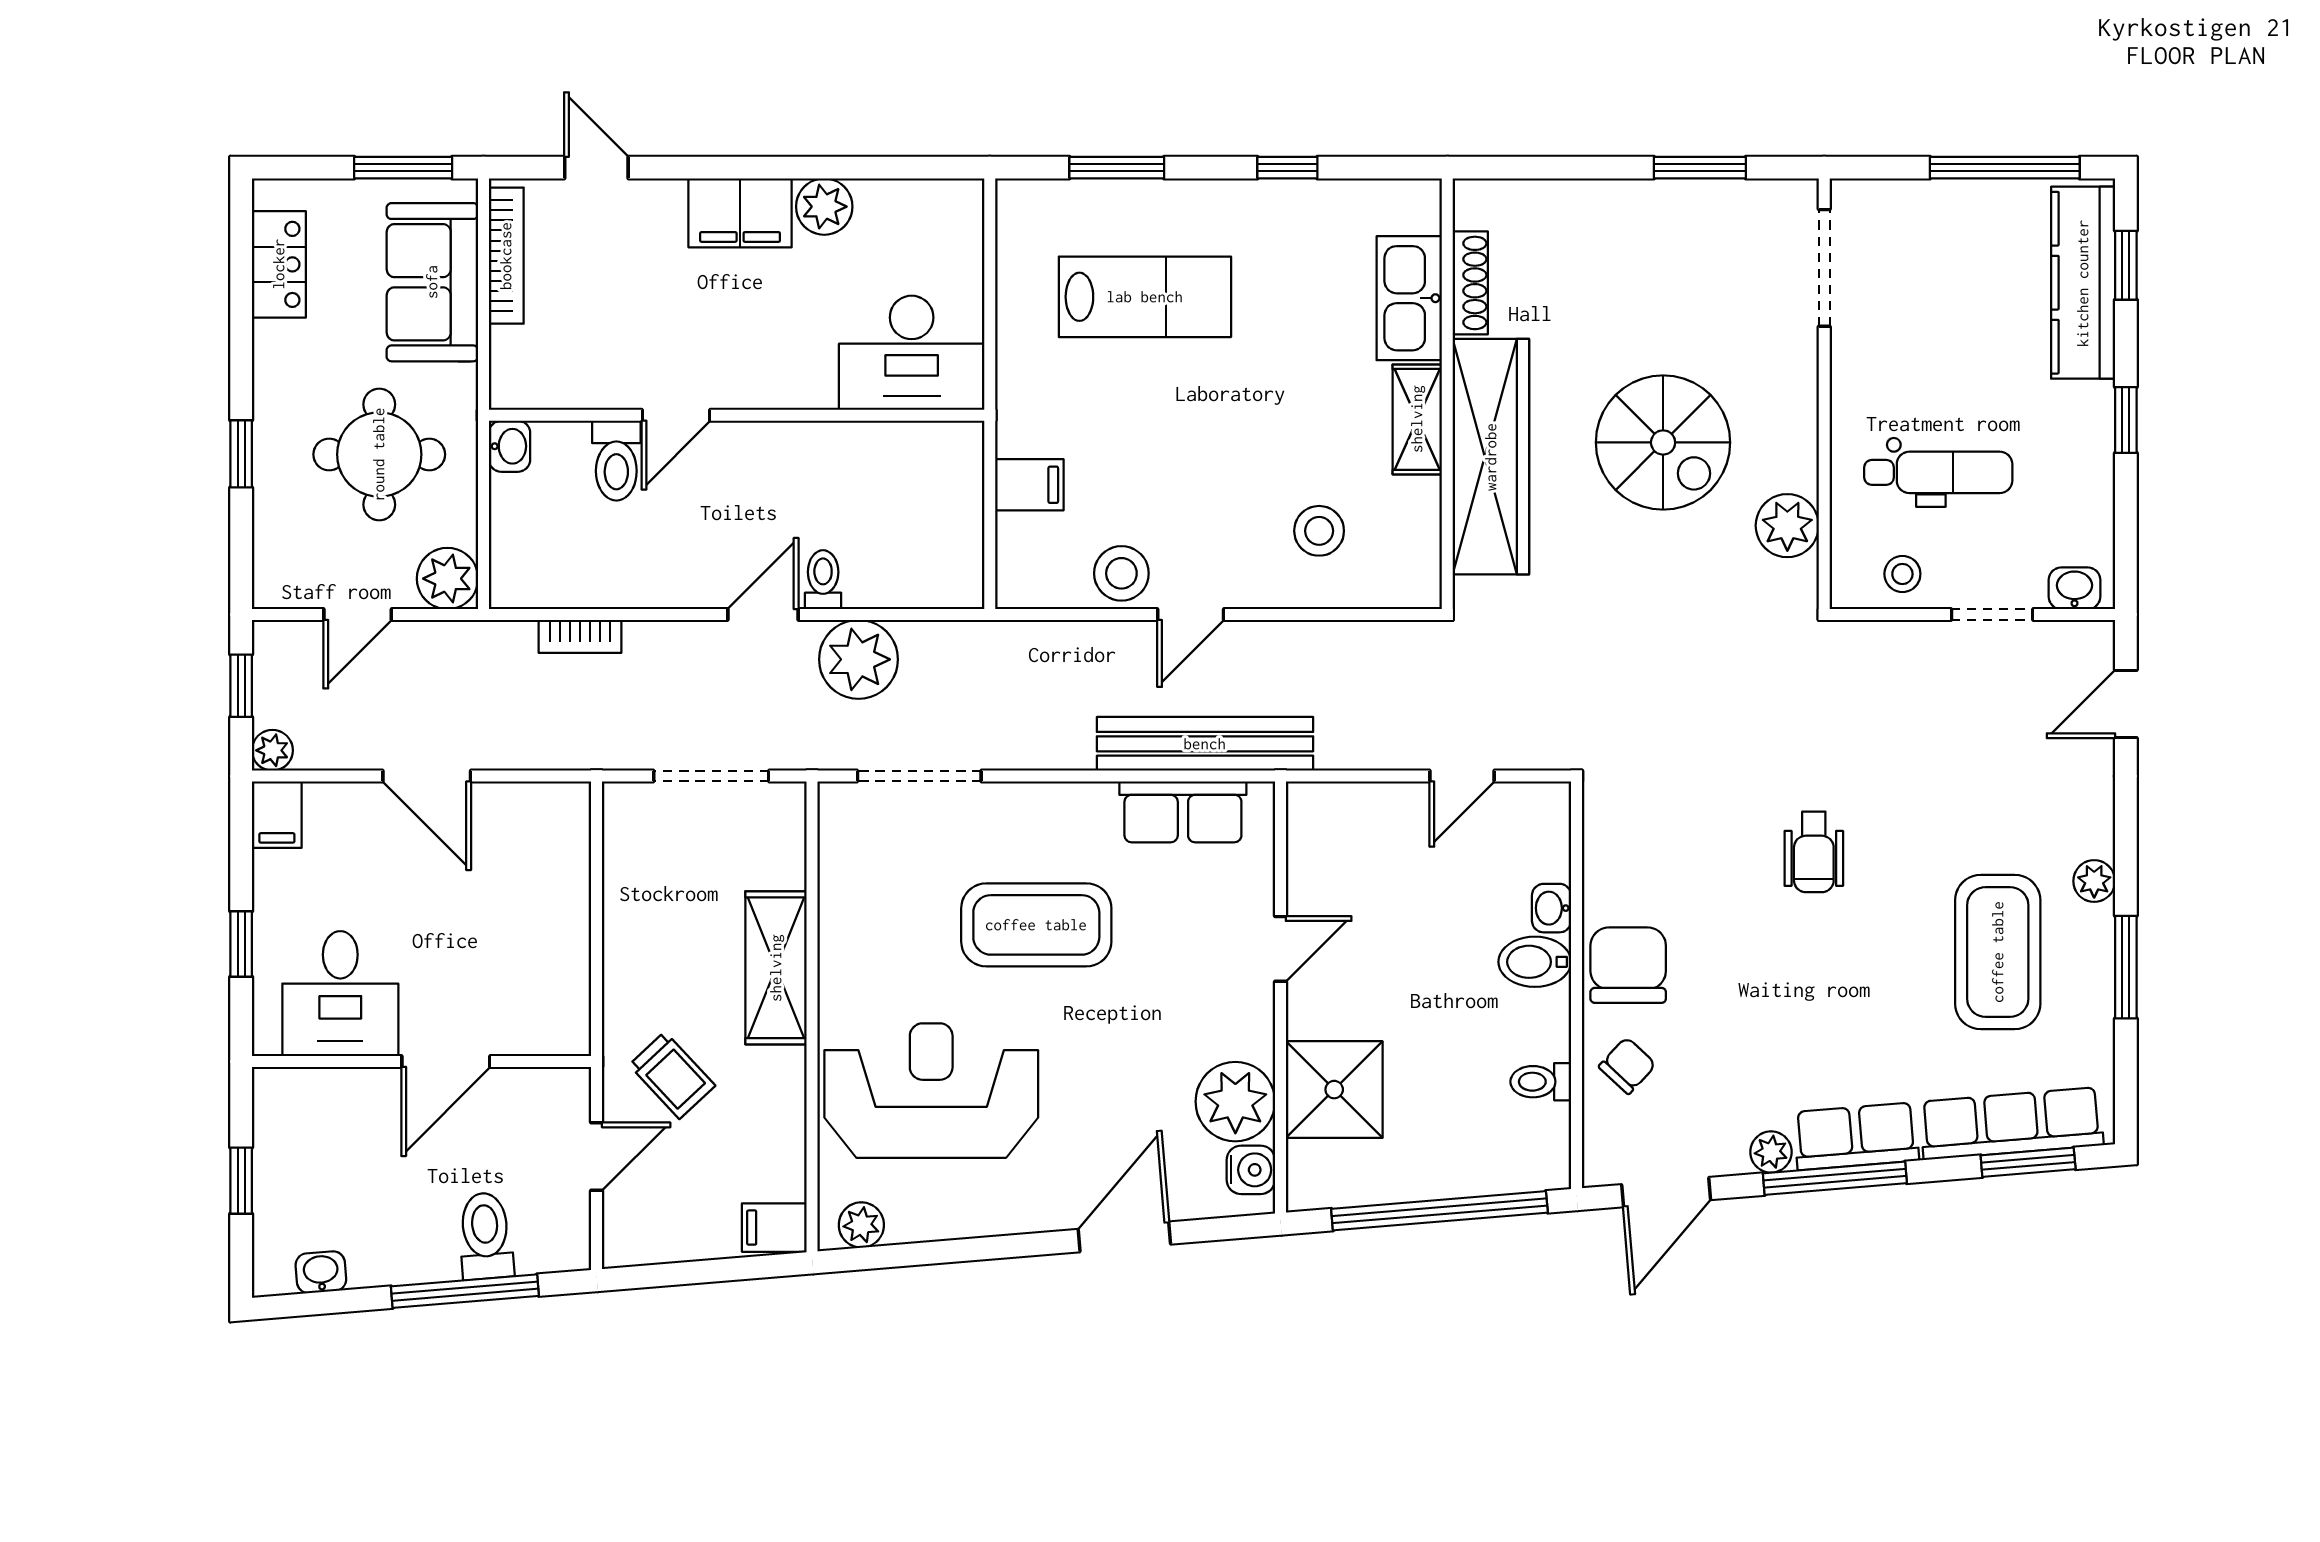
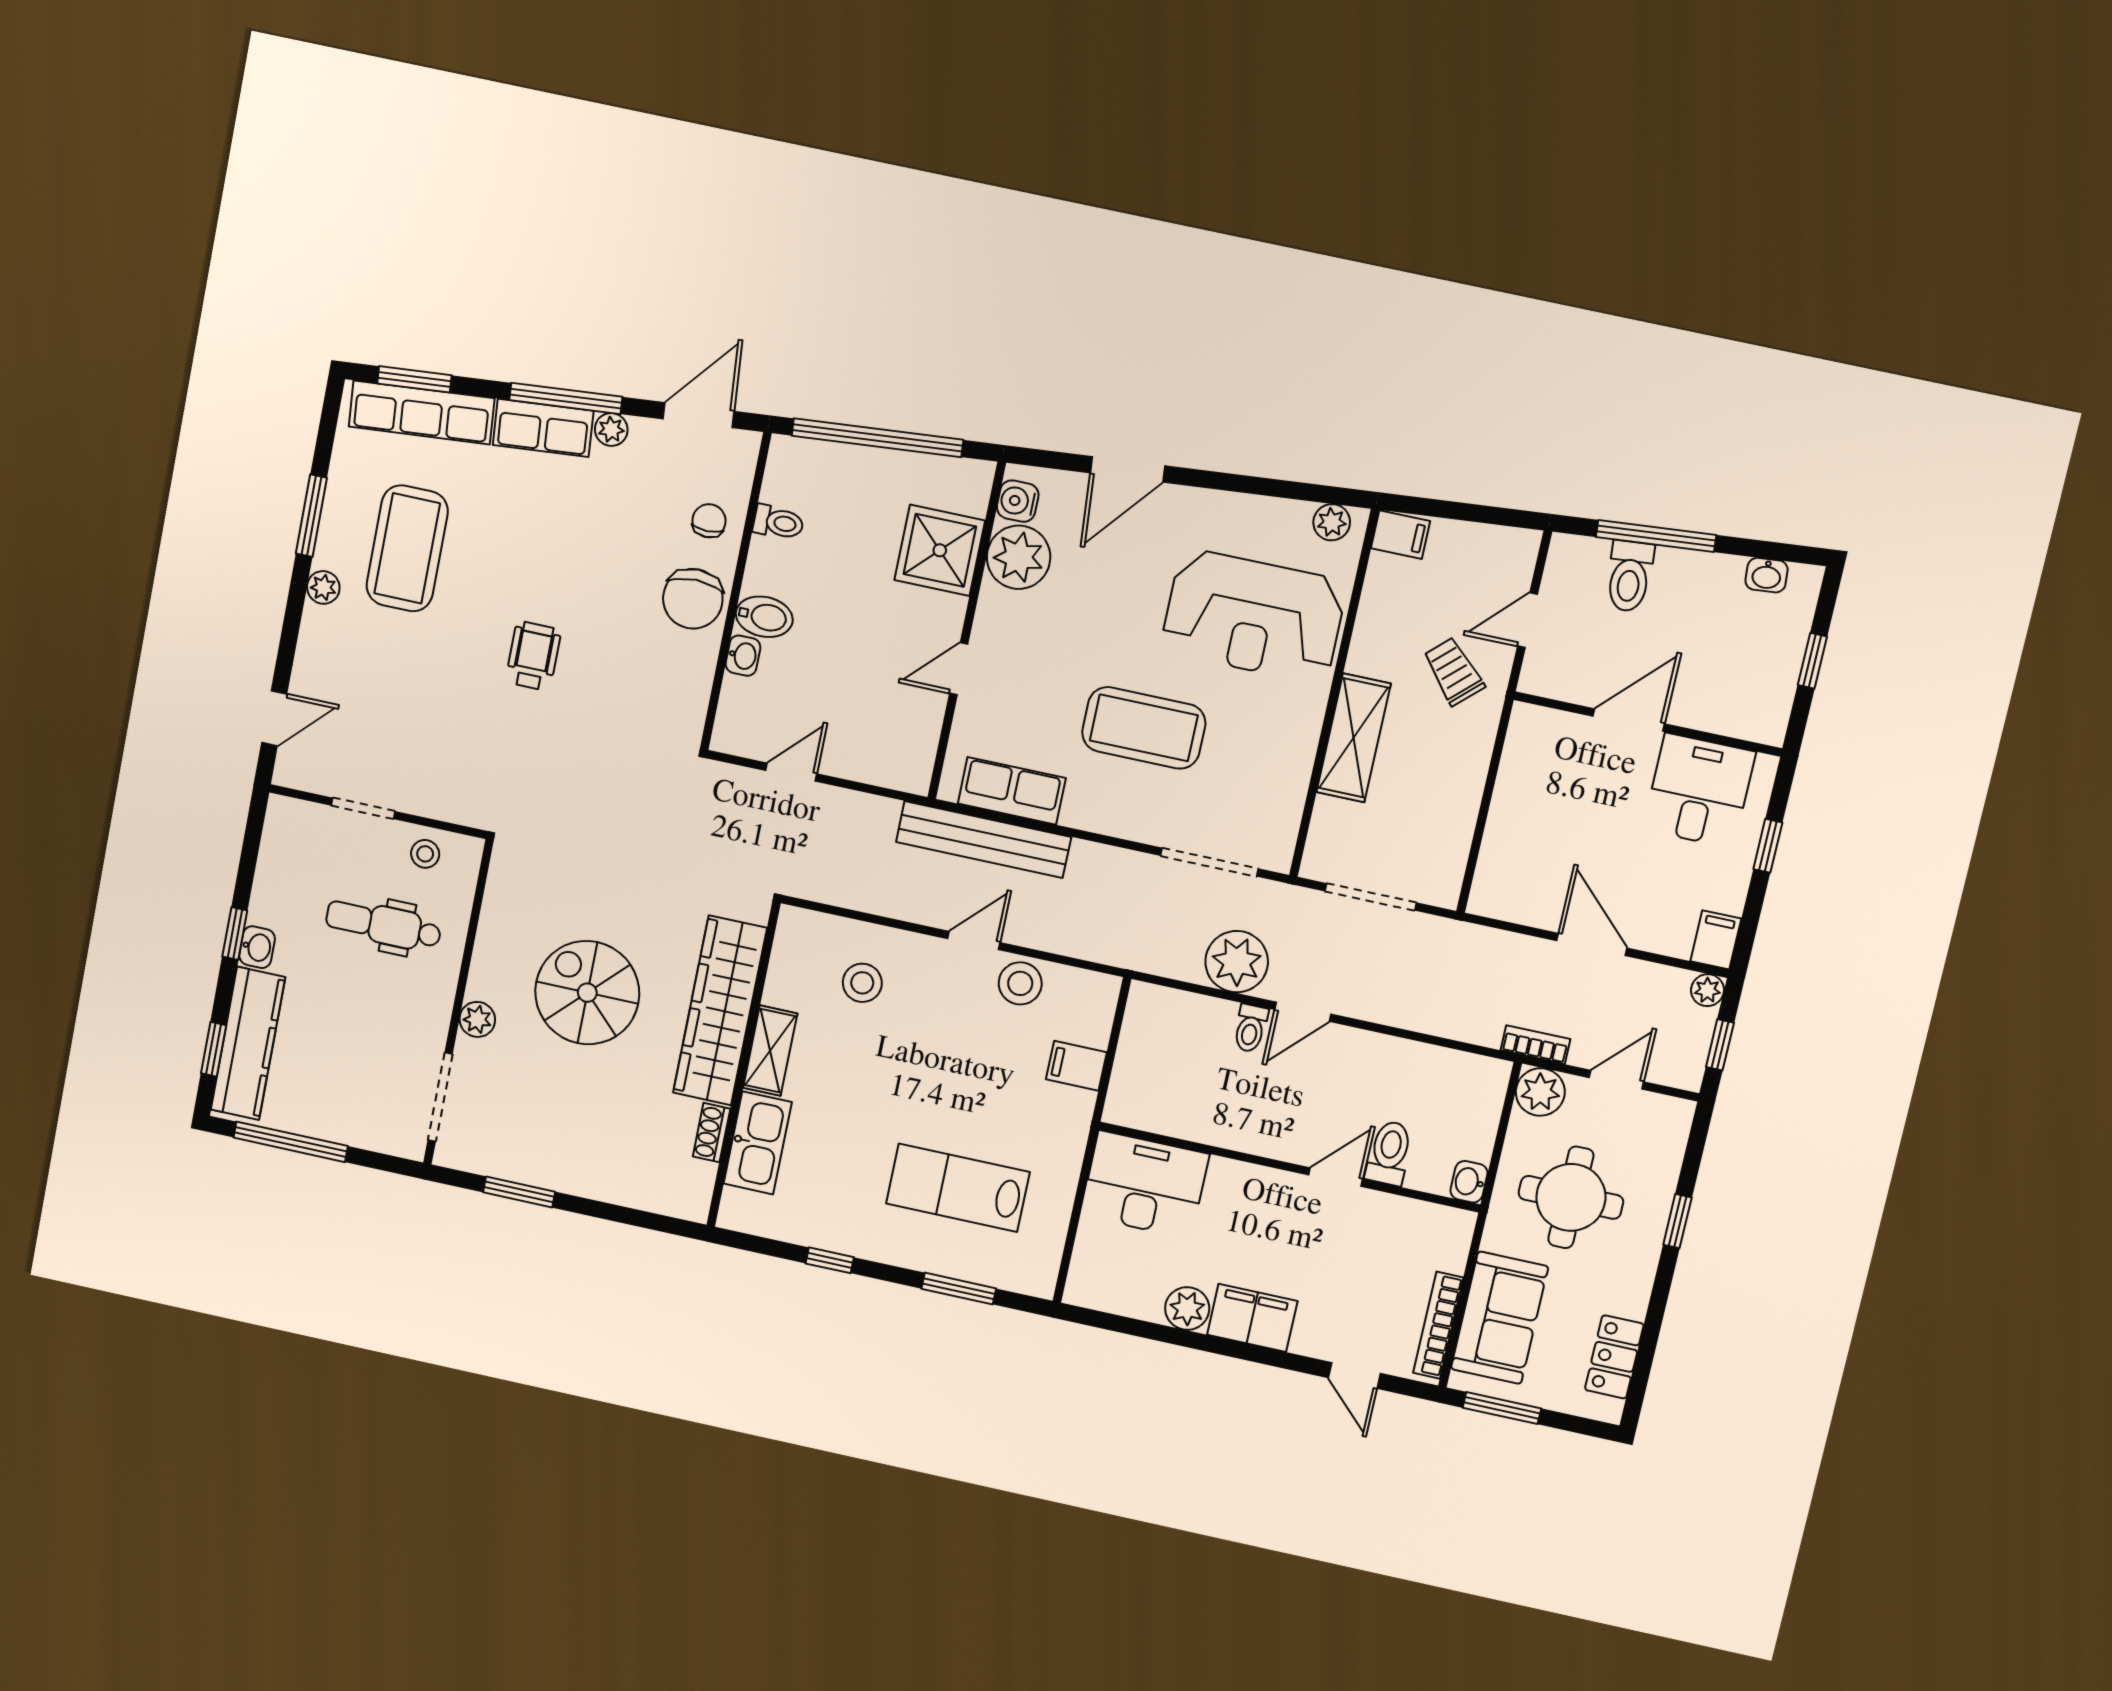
shoe rack: (1470, 283) -> (712, 1133), width x0.70
plant: (1787, 526) -> (477, 1019), moved, width x0.73, depth x0.73
washbasin: (2074, 588) -> (257, 947), moved, turned -90
bookcase: (580, 636) -> (1535, 1045), moved
chair: (1627, 1066) -> (709, 521), turned 137

